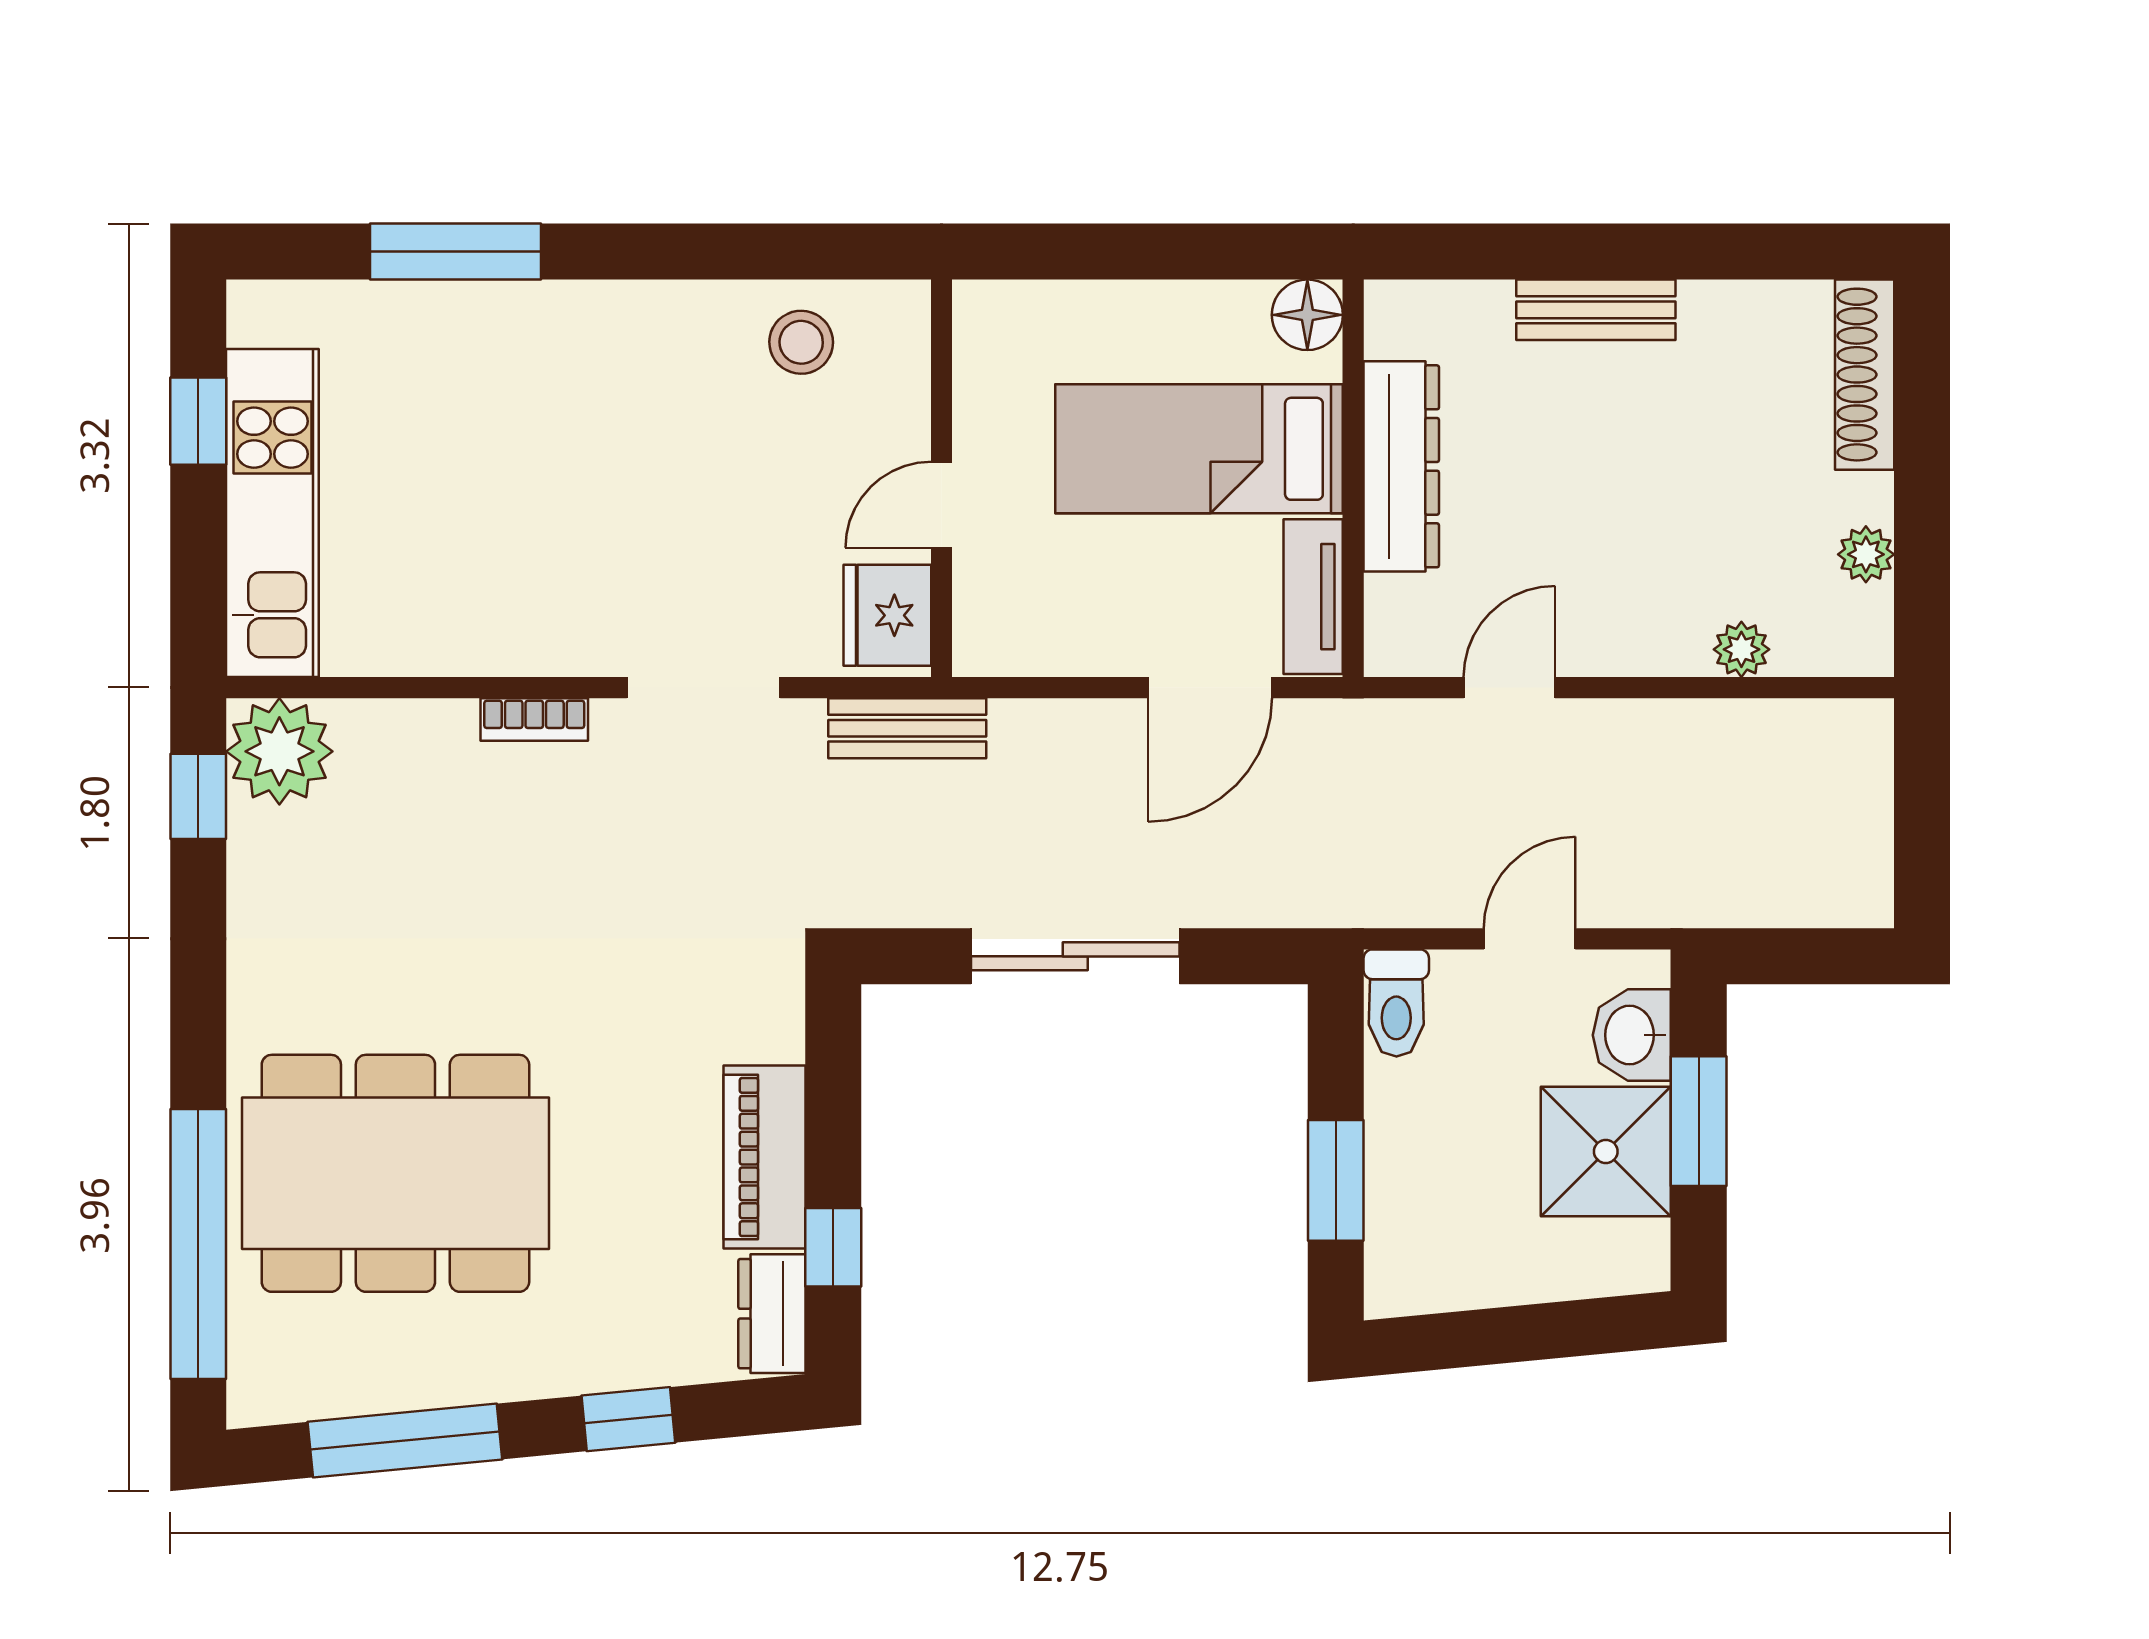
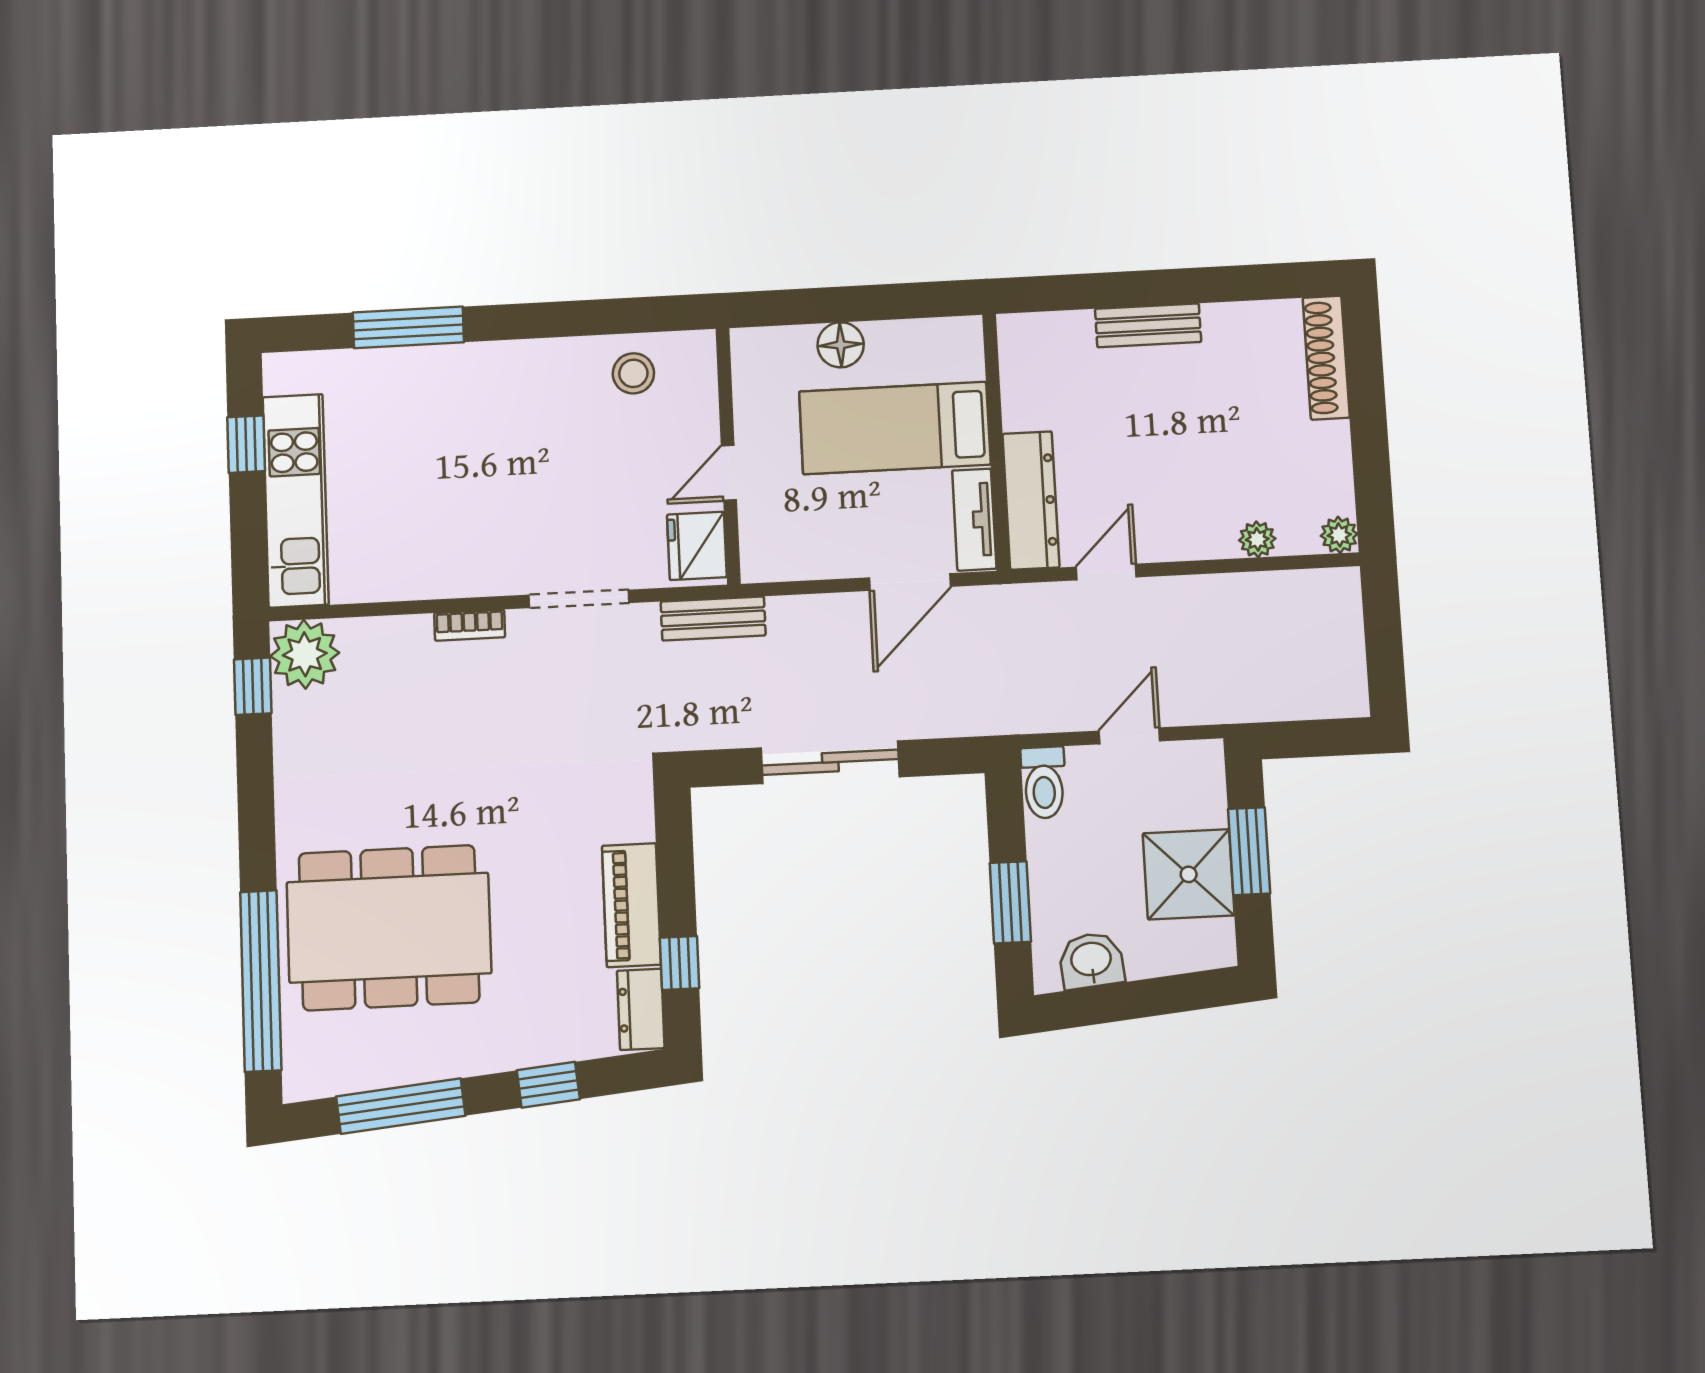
floor lamp: (1307, 315) -> (841, 345), moved
dresser: (1401, 466) -> (1031, 501), moved
plant: (1866, 554) -> (1339, 535), moved
washbasin: (1632, 1035) -> (1091, 961), moved, turned 85

